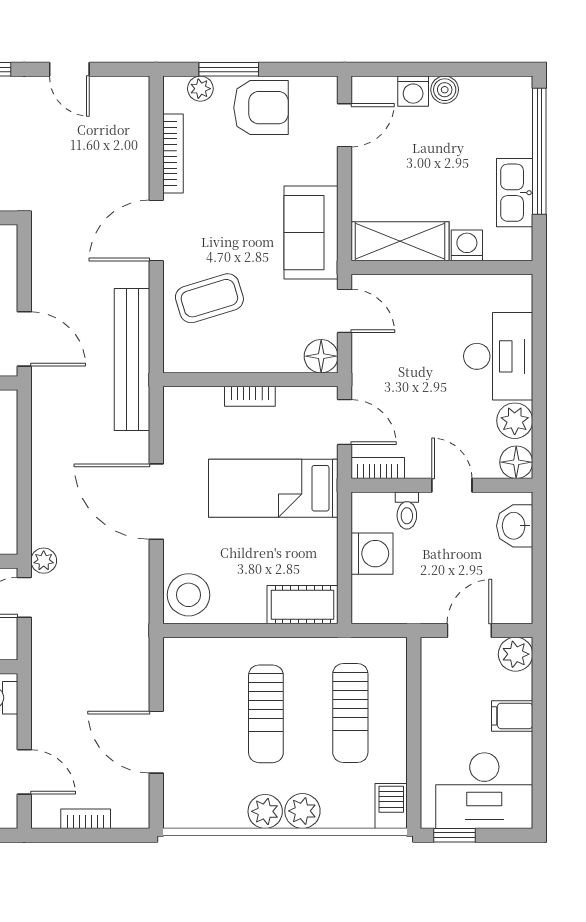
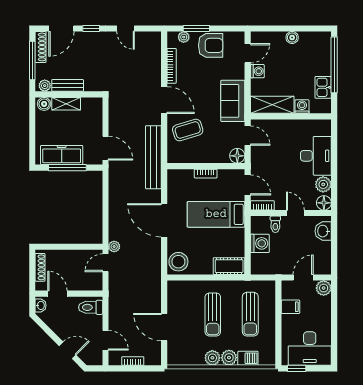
washing machine: (413, 91) -> (257, 71), moved, turned -90
kitchen sink: (515, 193) -> (323, 87), width x0.73
door: (156, 231) -> (164, 100), swing flipped
filing cabinet: (512, 716) -> (290, 307), moved, turned 180
barbecue: (391, 806) -> (248, 358), moved, turned 90

